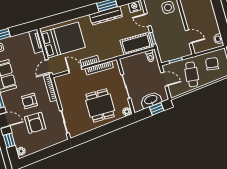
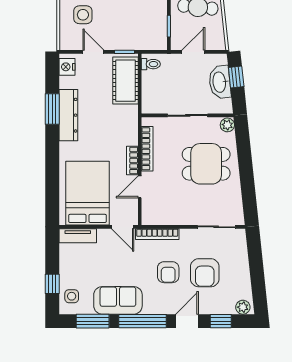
door: (148, 20) -> (93, 52), swing flipped
armchair: (35, 123) -> (205, 273), turned 90

